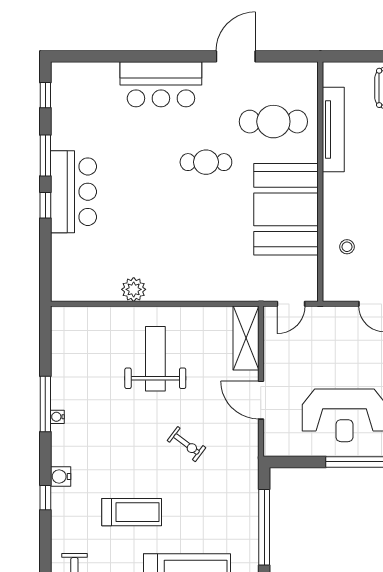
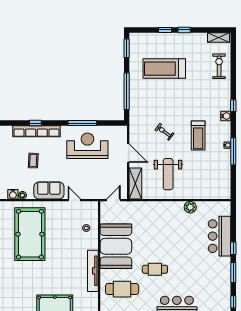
tv unit: (333, 129) -> (93, 271), moved
bar counter: (74, 192) -> (219, 236), moved
weight bench: (155, 359) -> (168, 174), moved
treadmill: (132, 512) -> (198, 136), moved, turned -90

